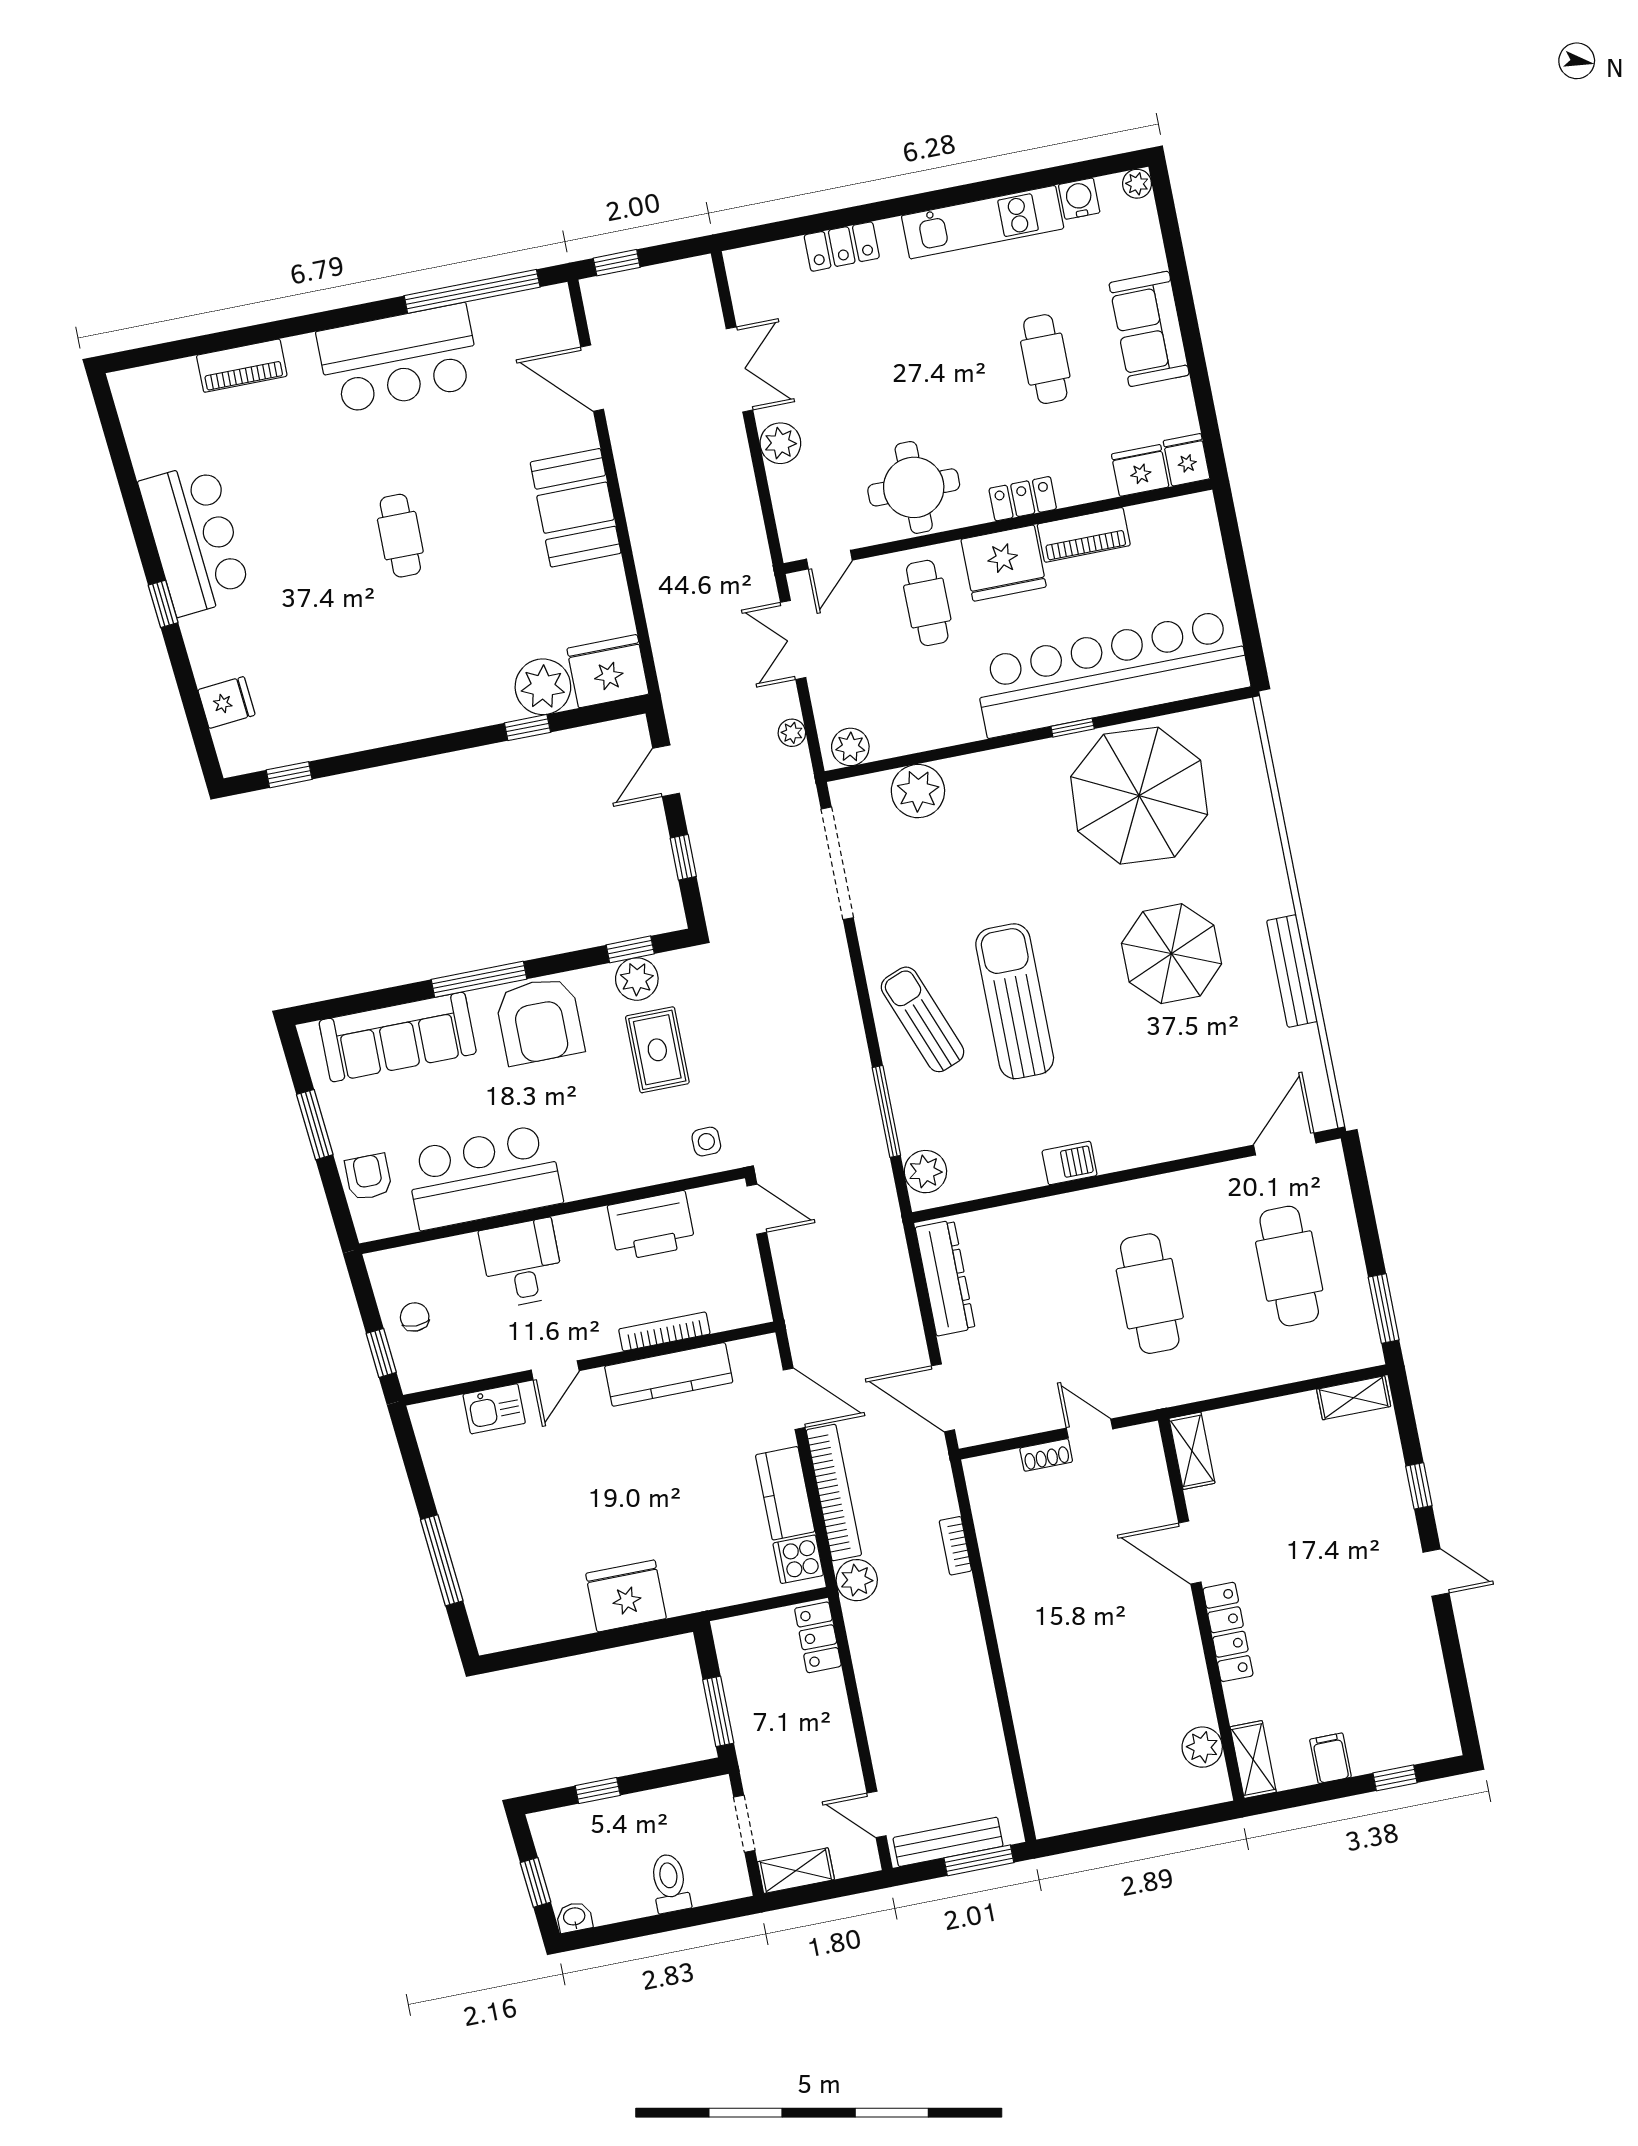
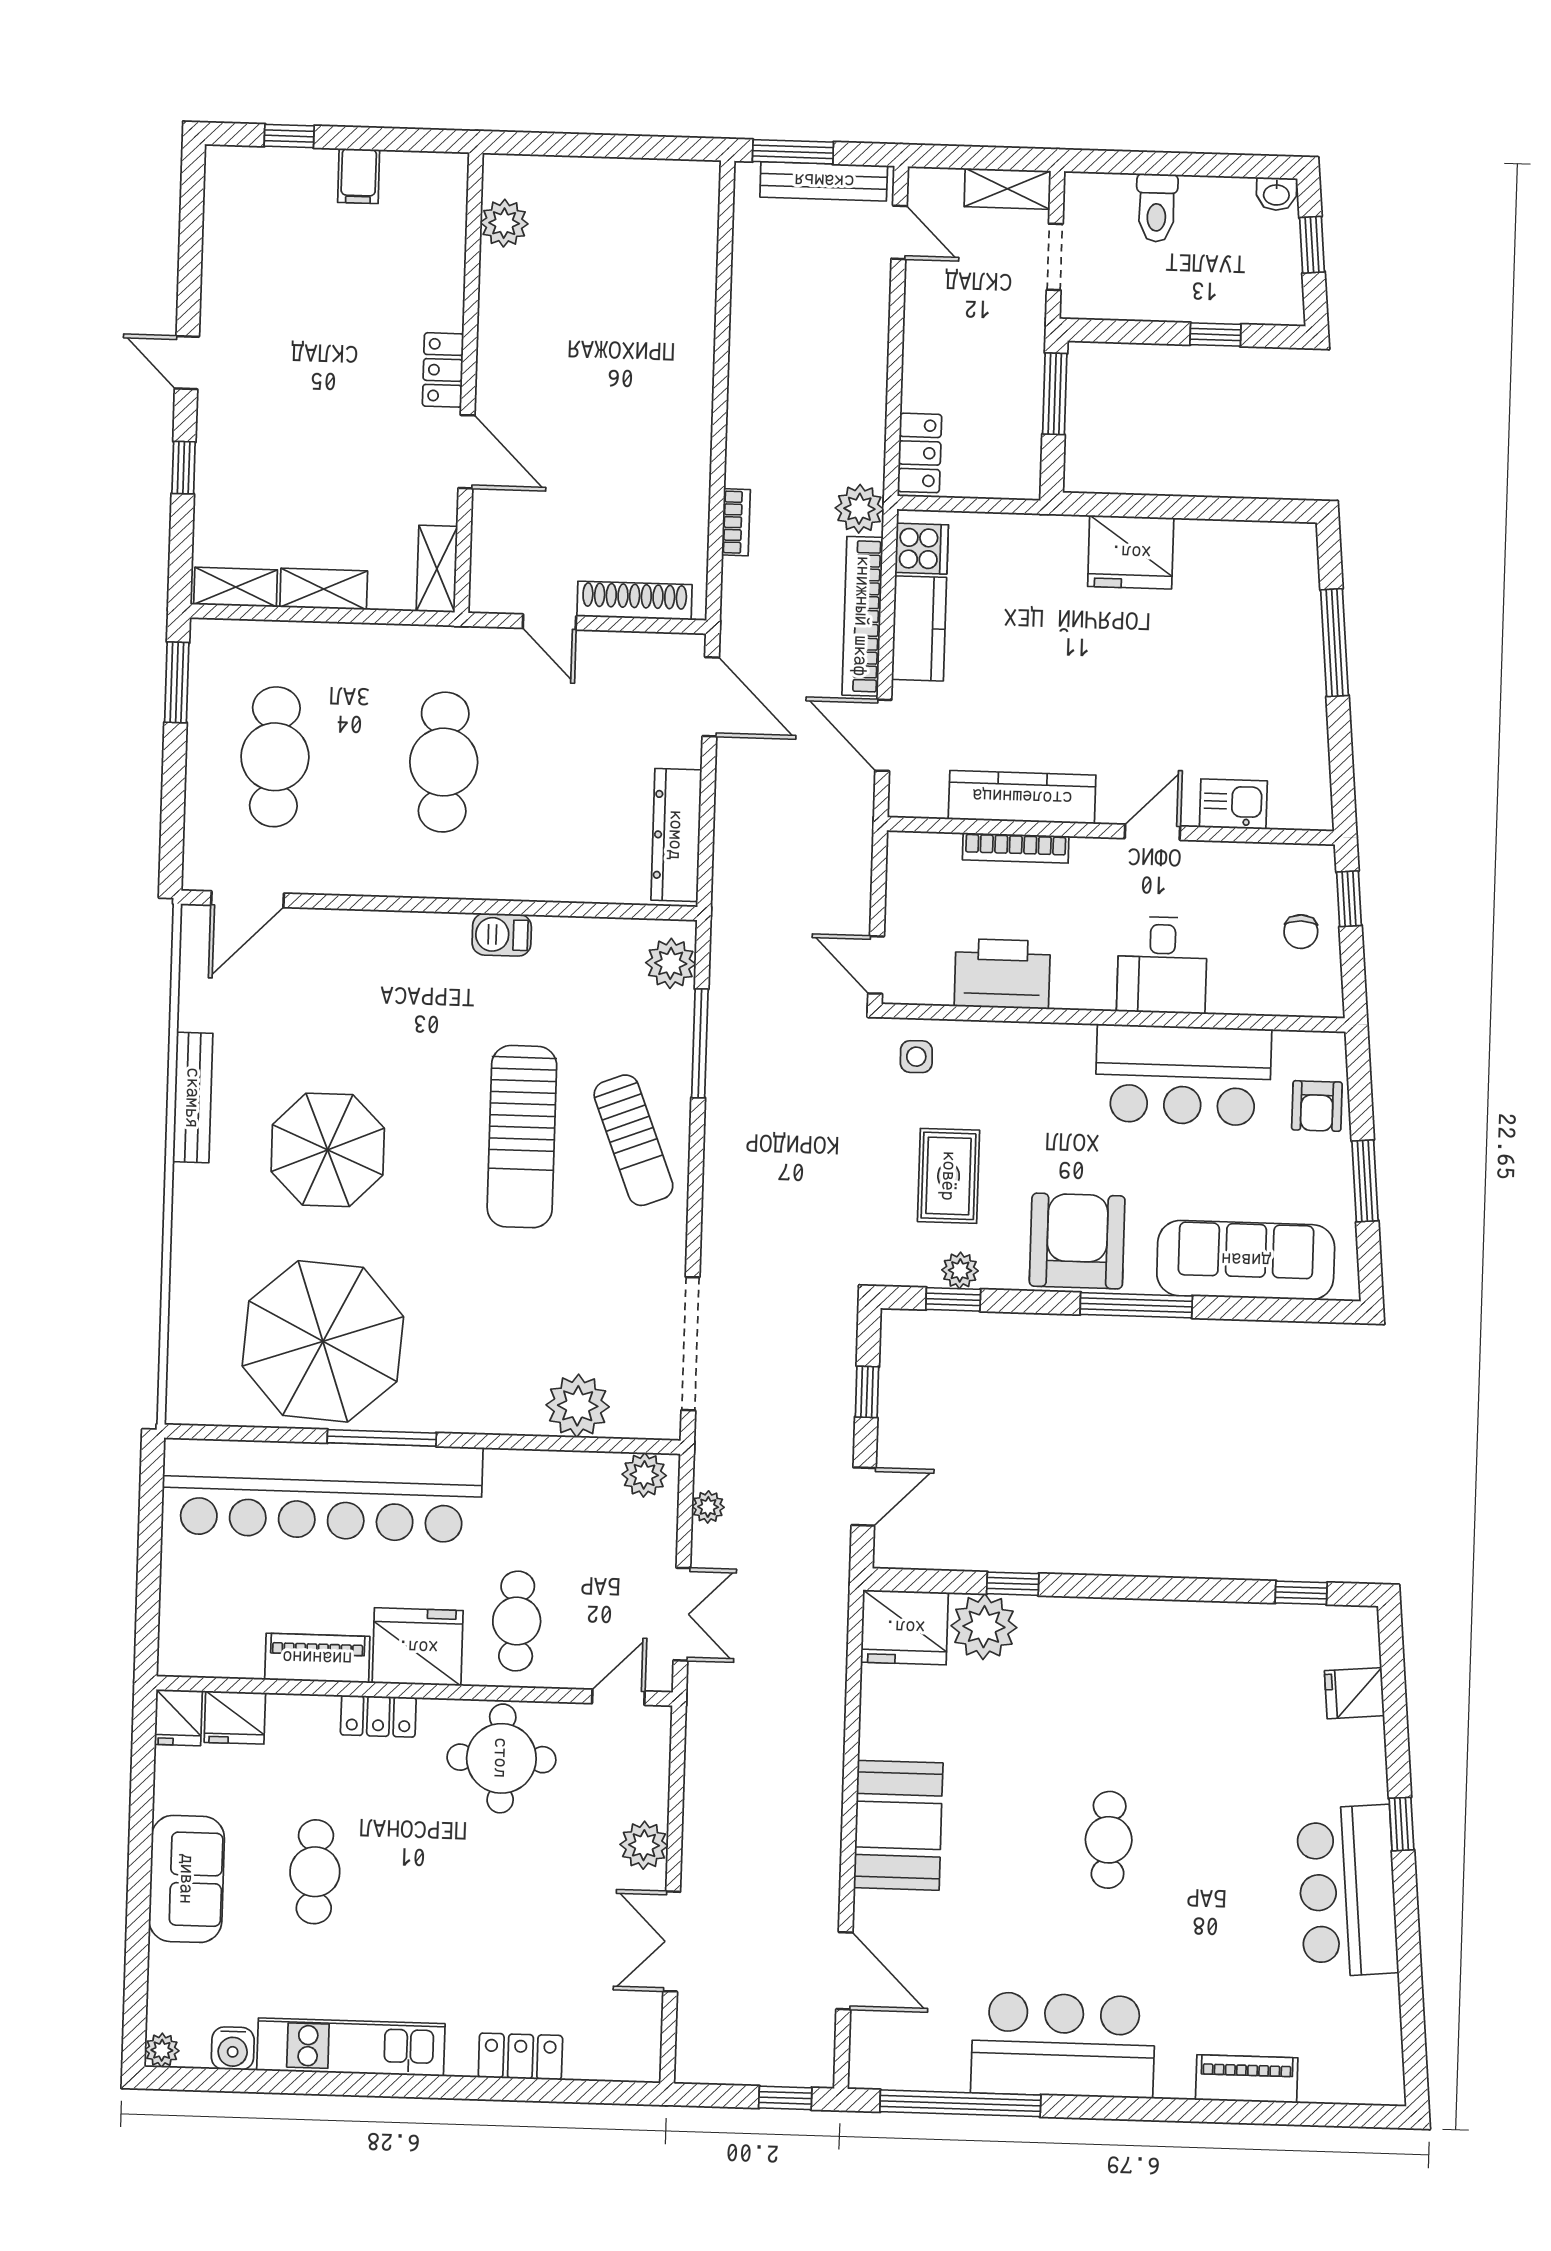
window: (1073, 728) -> (382, 1438), width x2.17
plant: (637, 979) -> (960, 1270), width x0.73, depth x0.73
shoe rack: (1046, 1455) -> (635, 601), width x1.94, depth x1.24
locker: (1228, 1632) -> (443, 370), width x0.66
shelving: (1253, 1760) -> (324, 589), moved, turned 90

